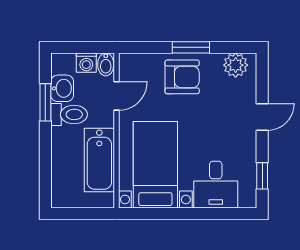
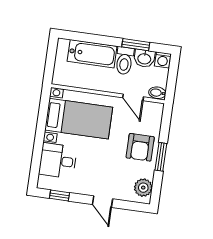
washing machine: (86, 63) -> (163, 60), moved, turned -90
bathtub: (99, 160) -> (92, 54), moved, turned 180

